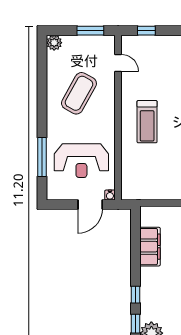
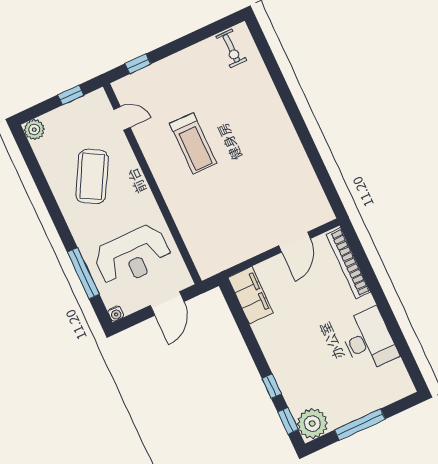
window: (90, 31) -> (71, 95), width x0.67
treadmill: (147, 122) -> (193, 143), moved
water cooler: (110, 195) -> (116, 314), moved
filing cabinet: (150, 247) -> (251, 295), moved

